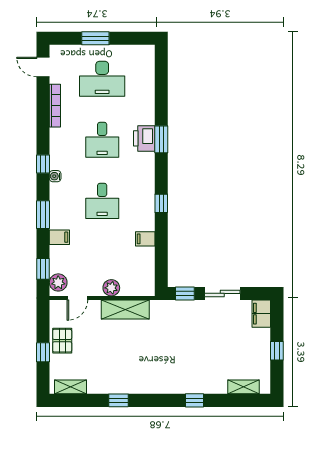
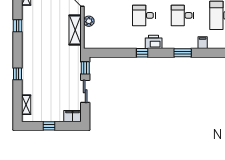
printer: (144, 138) -> (154, 42), moved
filing cabinet: (145, 239) -> (203, 43), moved

